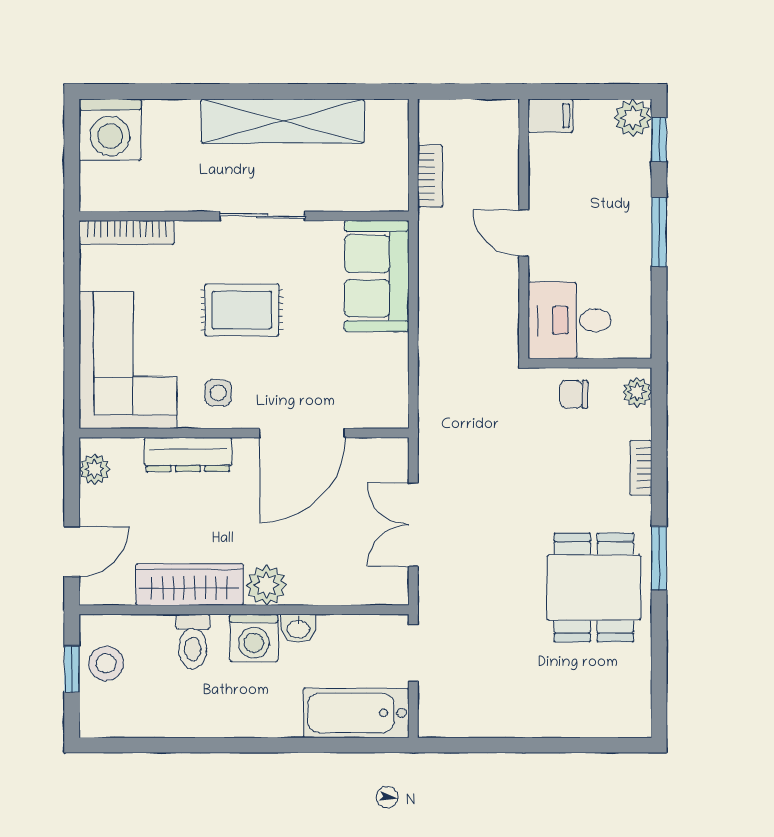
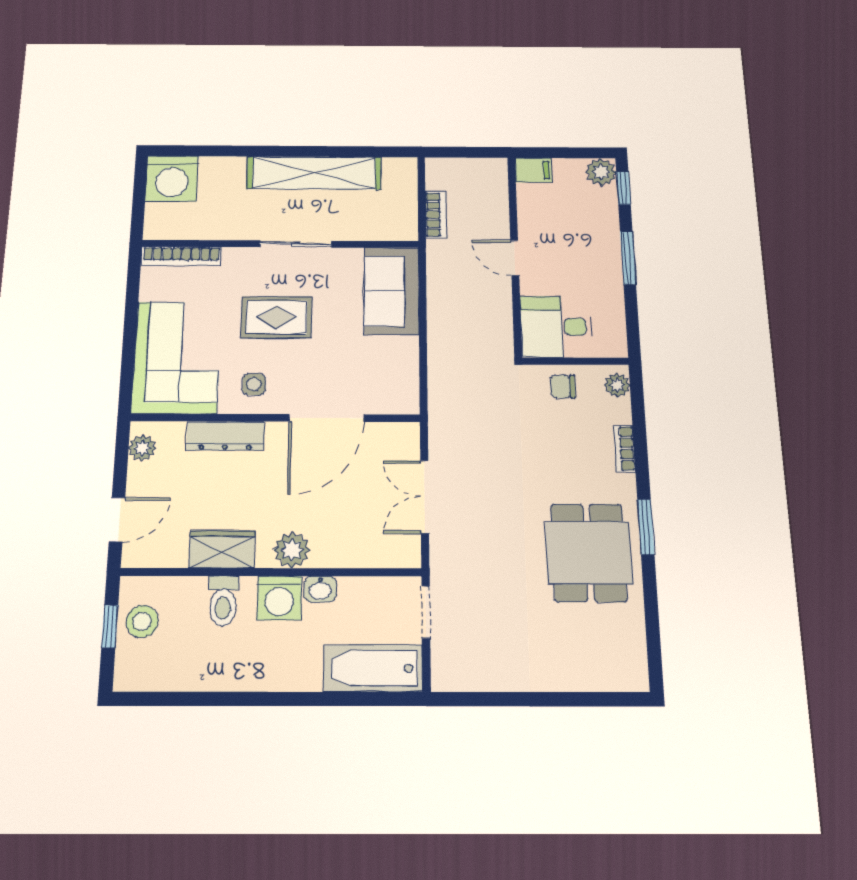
wardrobe: (189, 585) -> (222, 549), width x0.67

